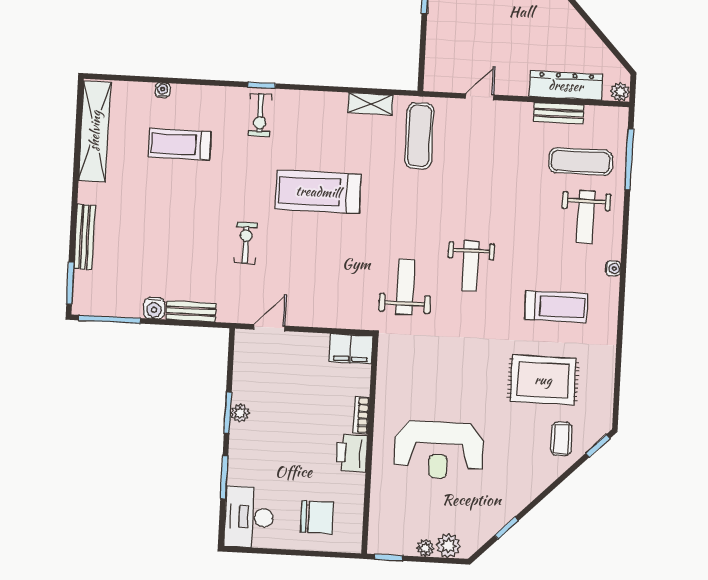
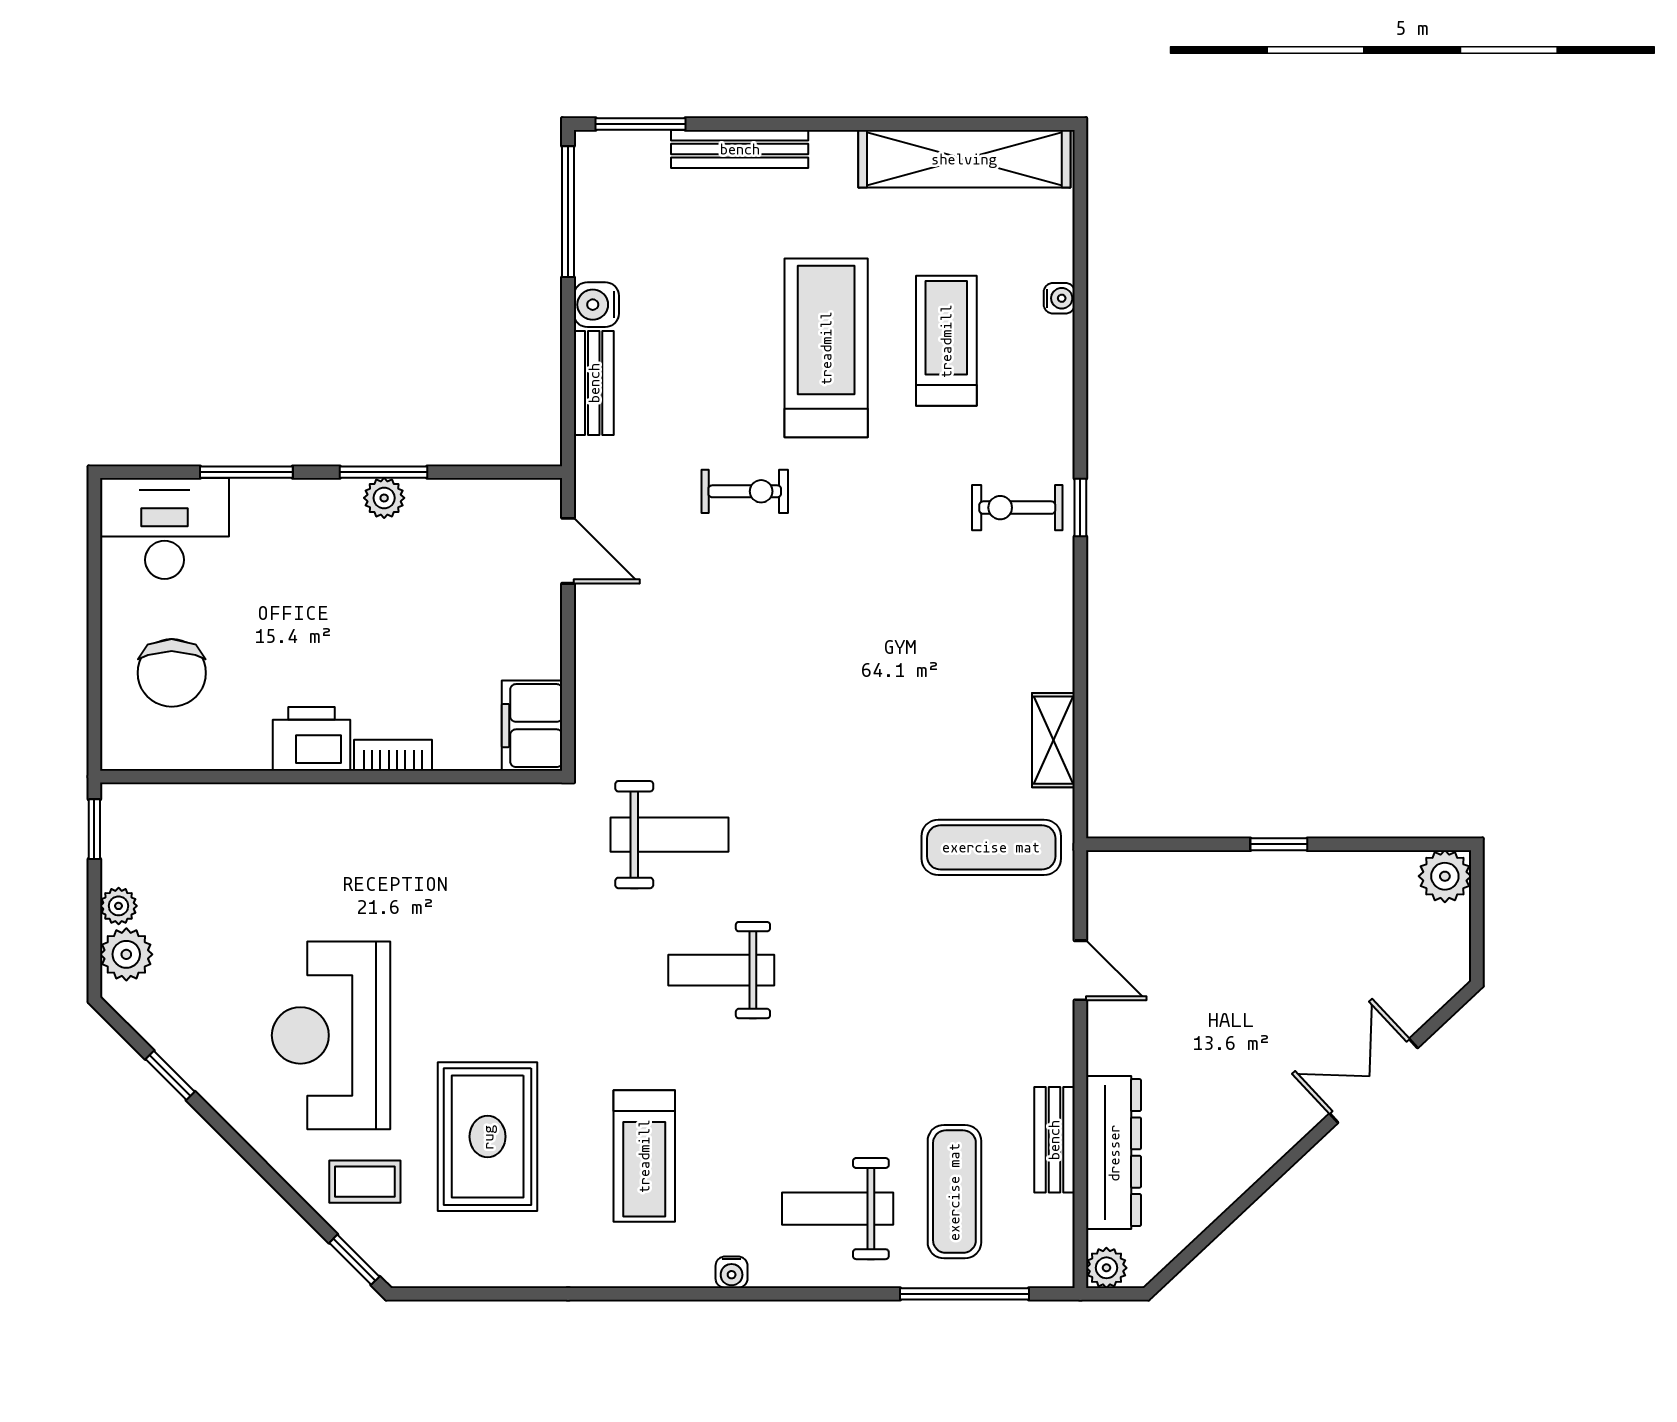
treadmill: (318, 192) -> (826, 348), moved
reception desk: (439, 450) -> (331, 1035), moved

